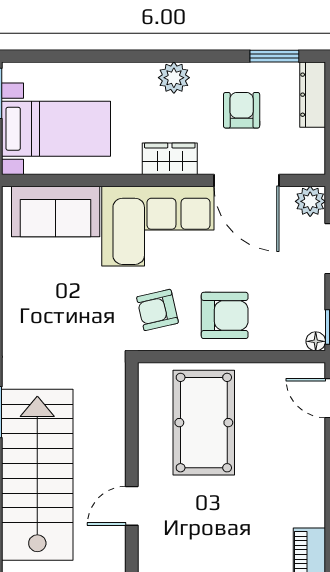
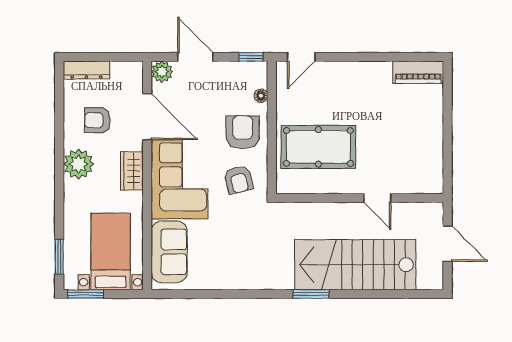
window: (274, 56) -> (59, 257), moved
plant: (174, 78) -> (79, 164), width x1.36, depth x1.36
door: (247, 180) -> (147, 117), hinge flipped
floor lamp: (316, 341) -> (261, 96), moved

